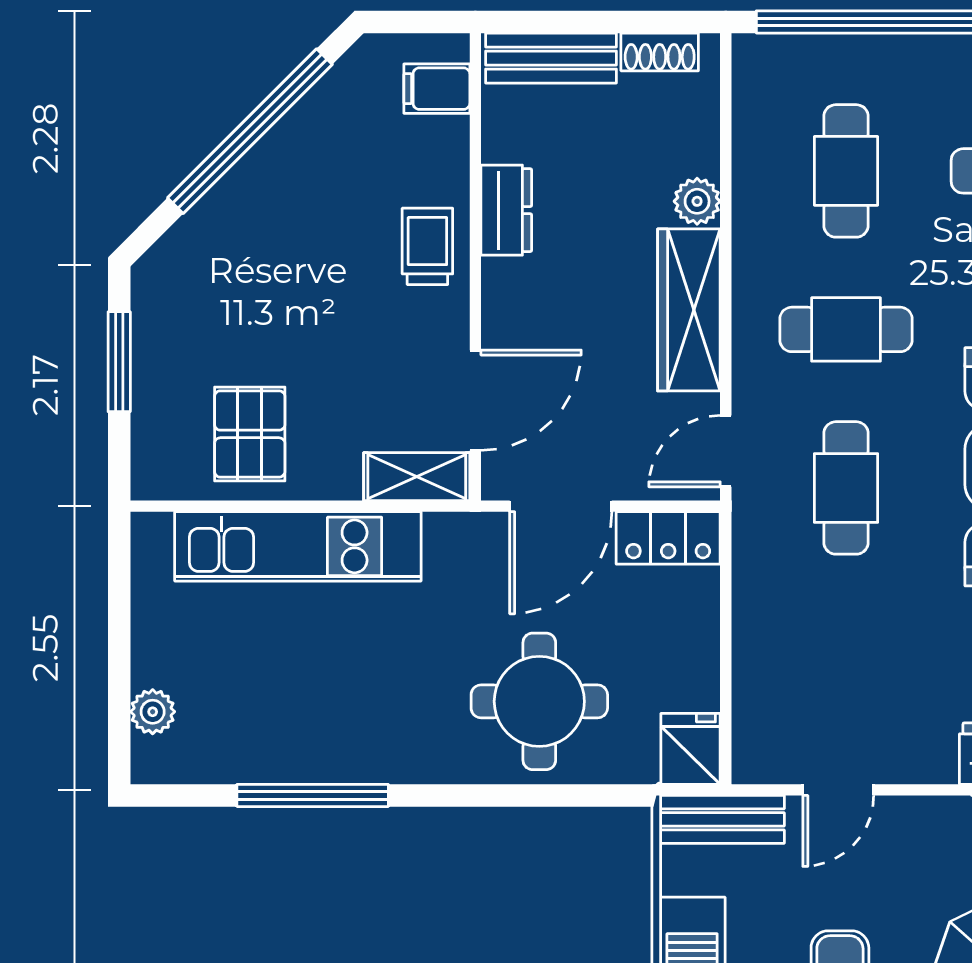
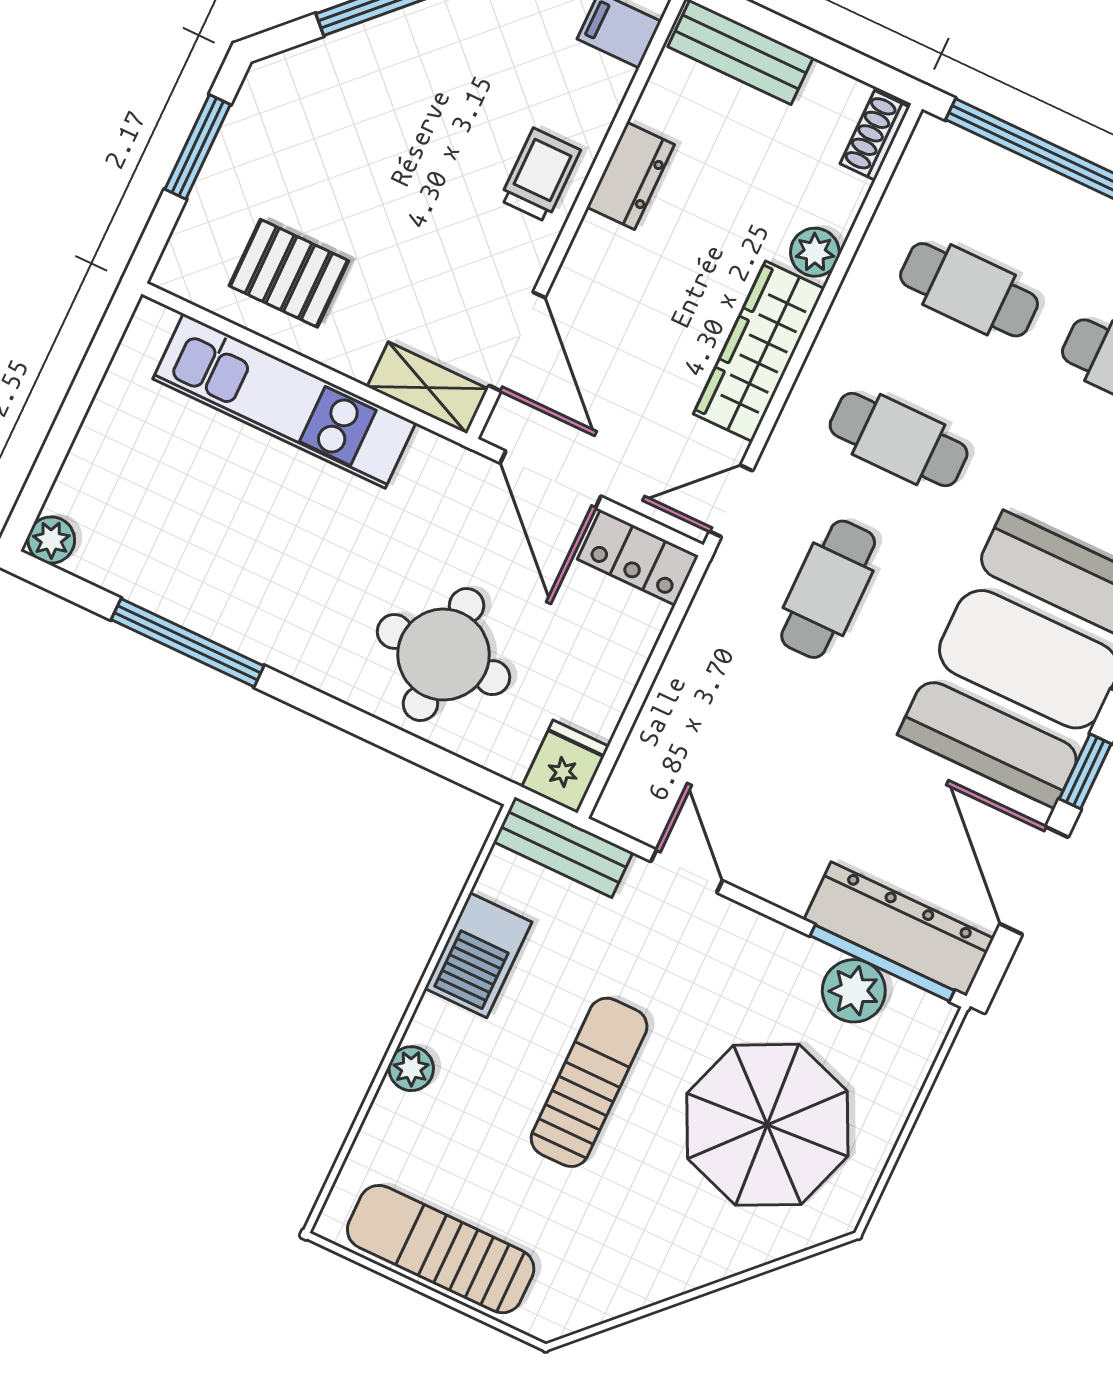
shoe rack: (660, 52) -> (875, 135), moved, turned 90
cafe table: (846, 171) -> (969, 290), turned 90
door: (475, 400) -> (517, 342), hinge flipped
pallet: (250, 434) -> (289, 273), turned 90
door: (561, 506) -> (551, 480), hinge flipped
plant: (153, 712) -> (51, 540), moved
door: (838, 790) -> (687, 871), swing flipped

